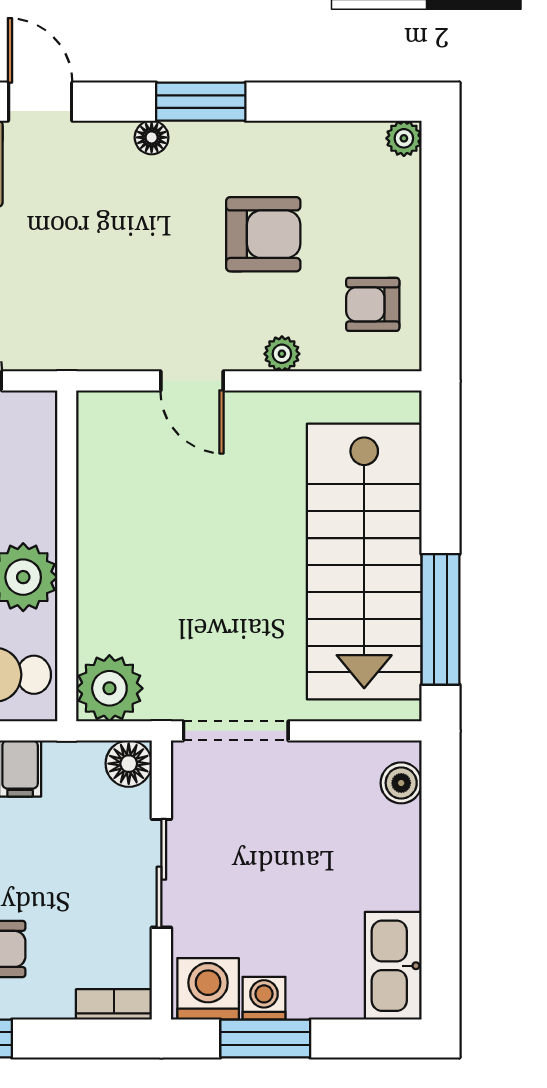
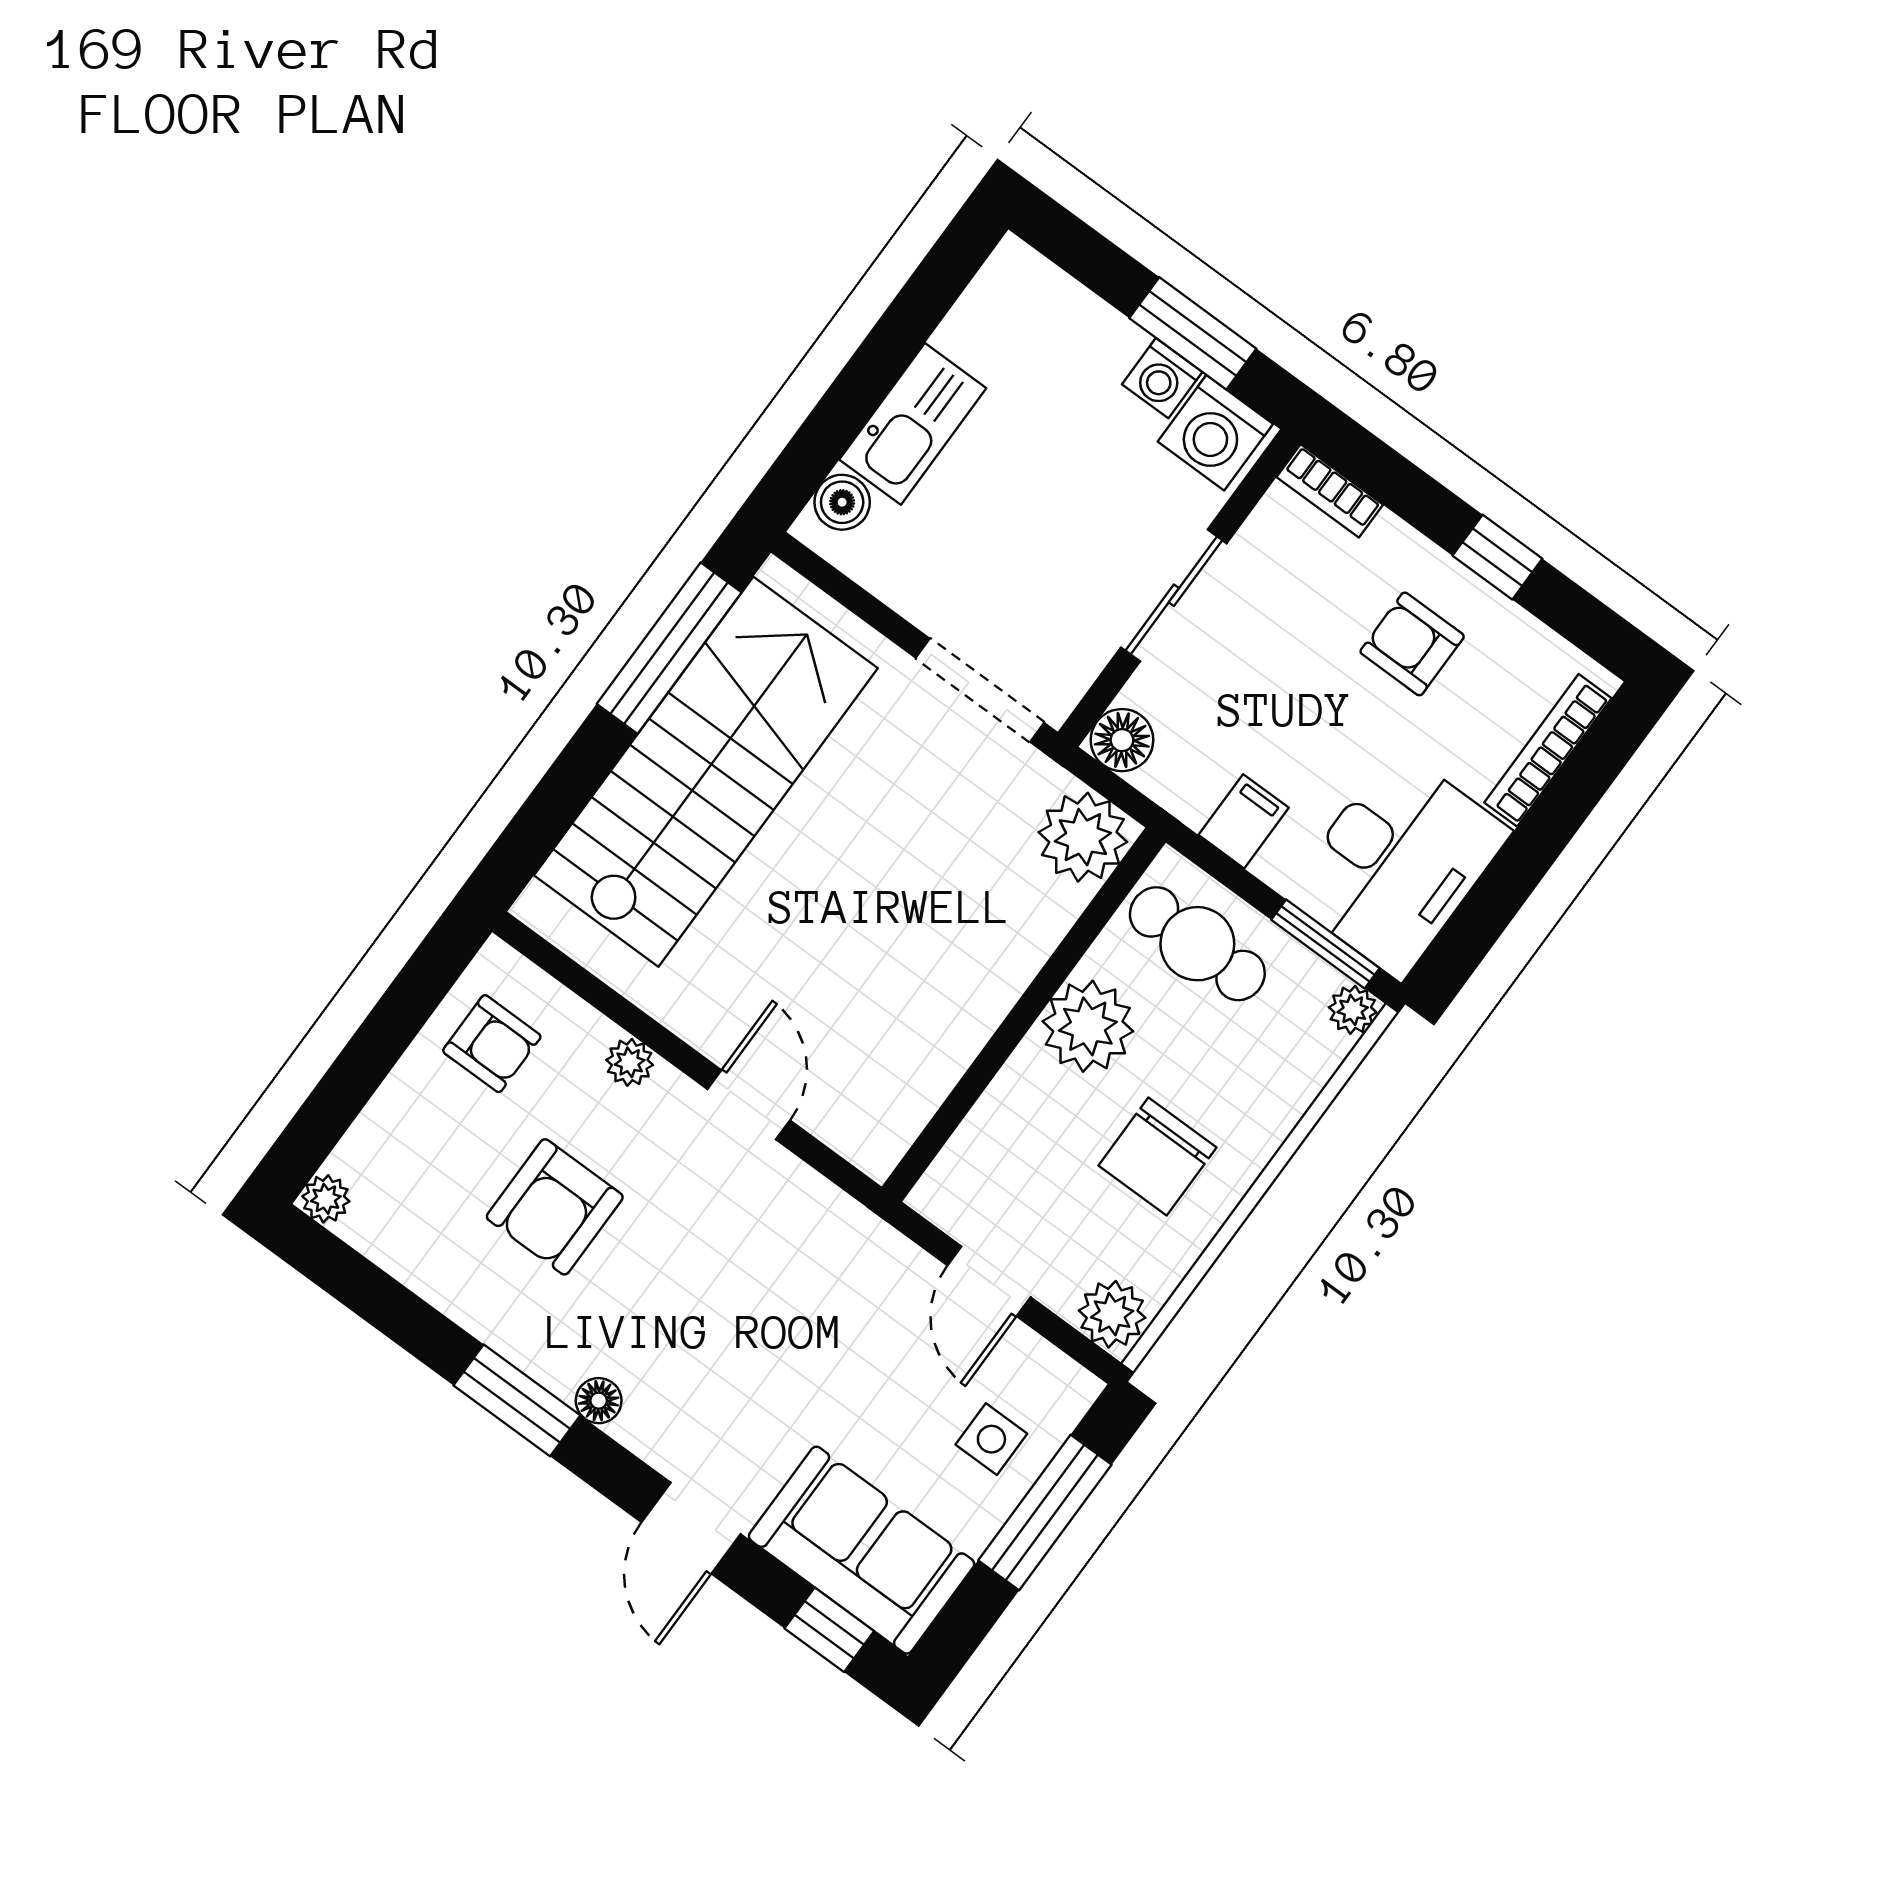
armchair: (263, 234) -> (555, 1207), turned -90
kitchen sink: (393, 966) -> (913, 424), moved

